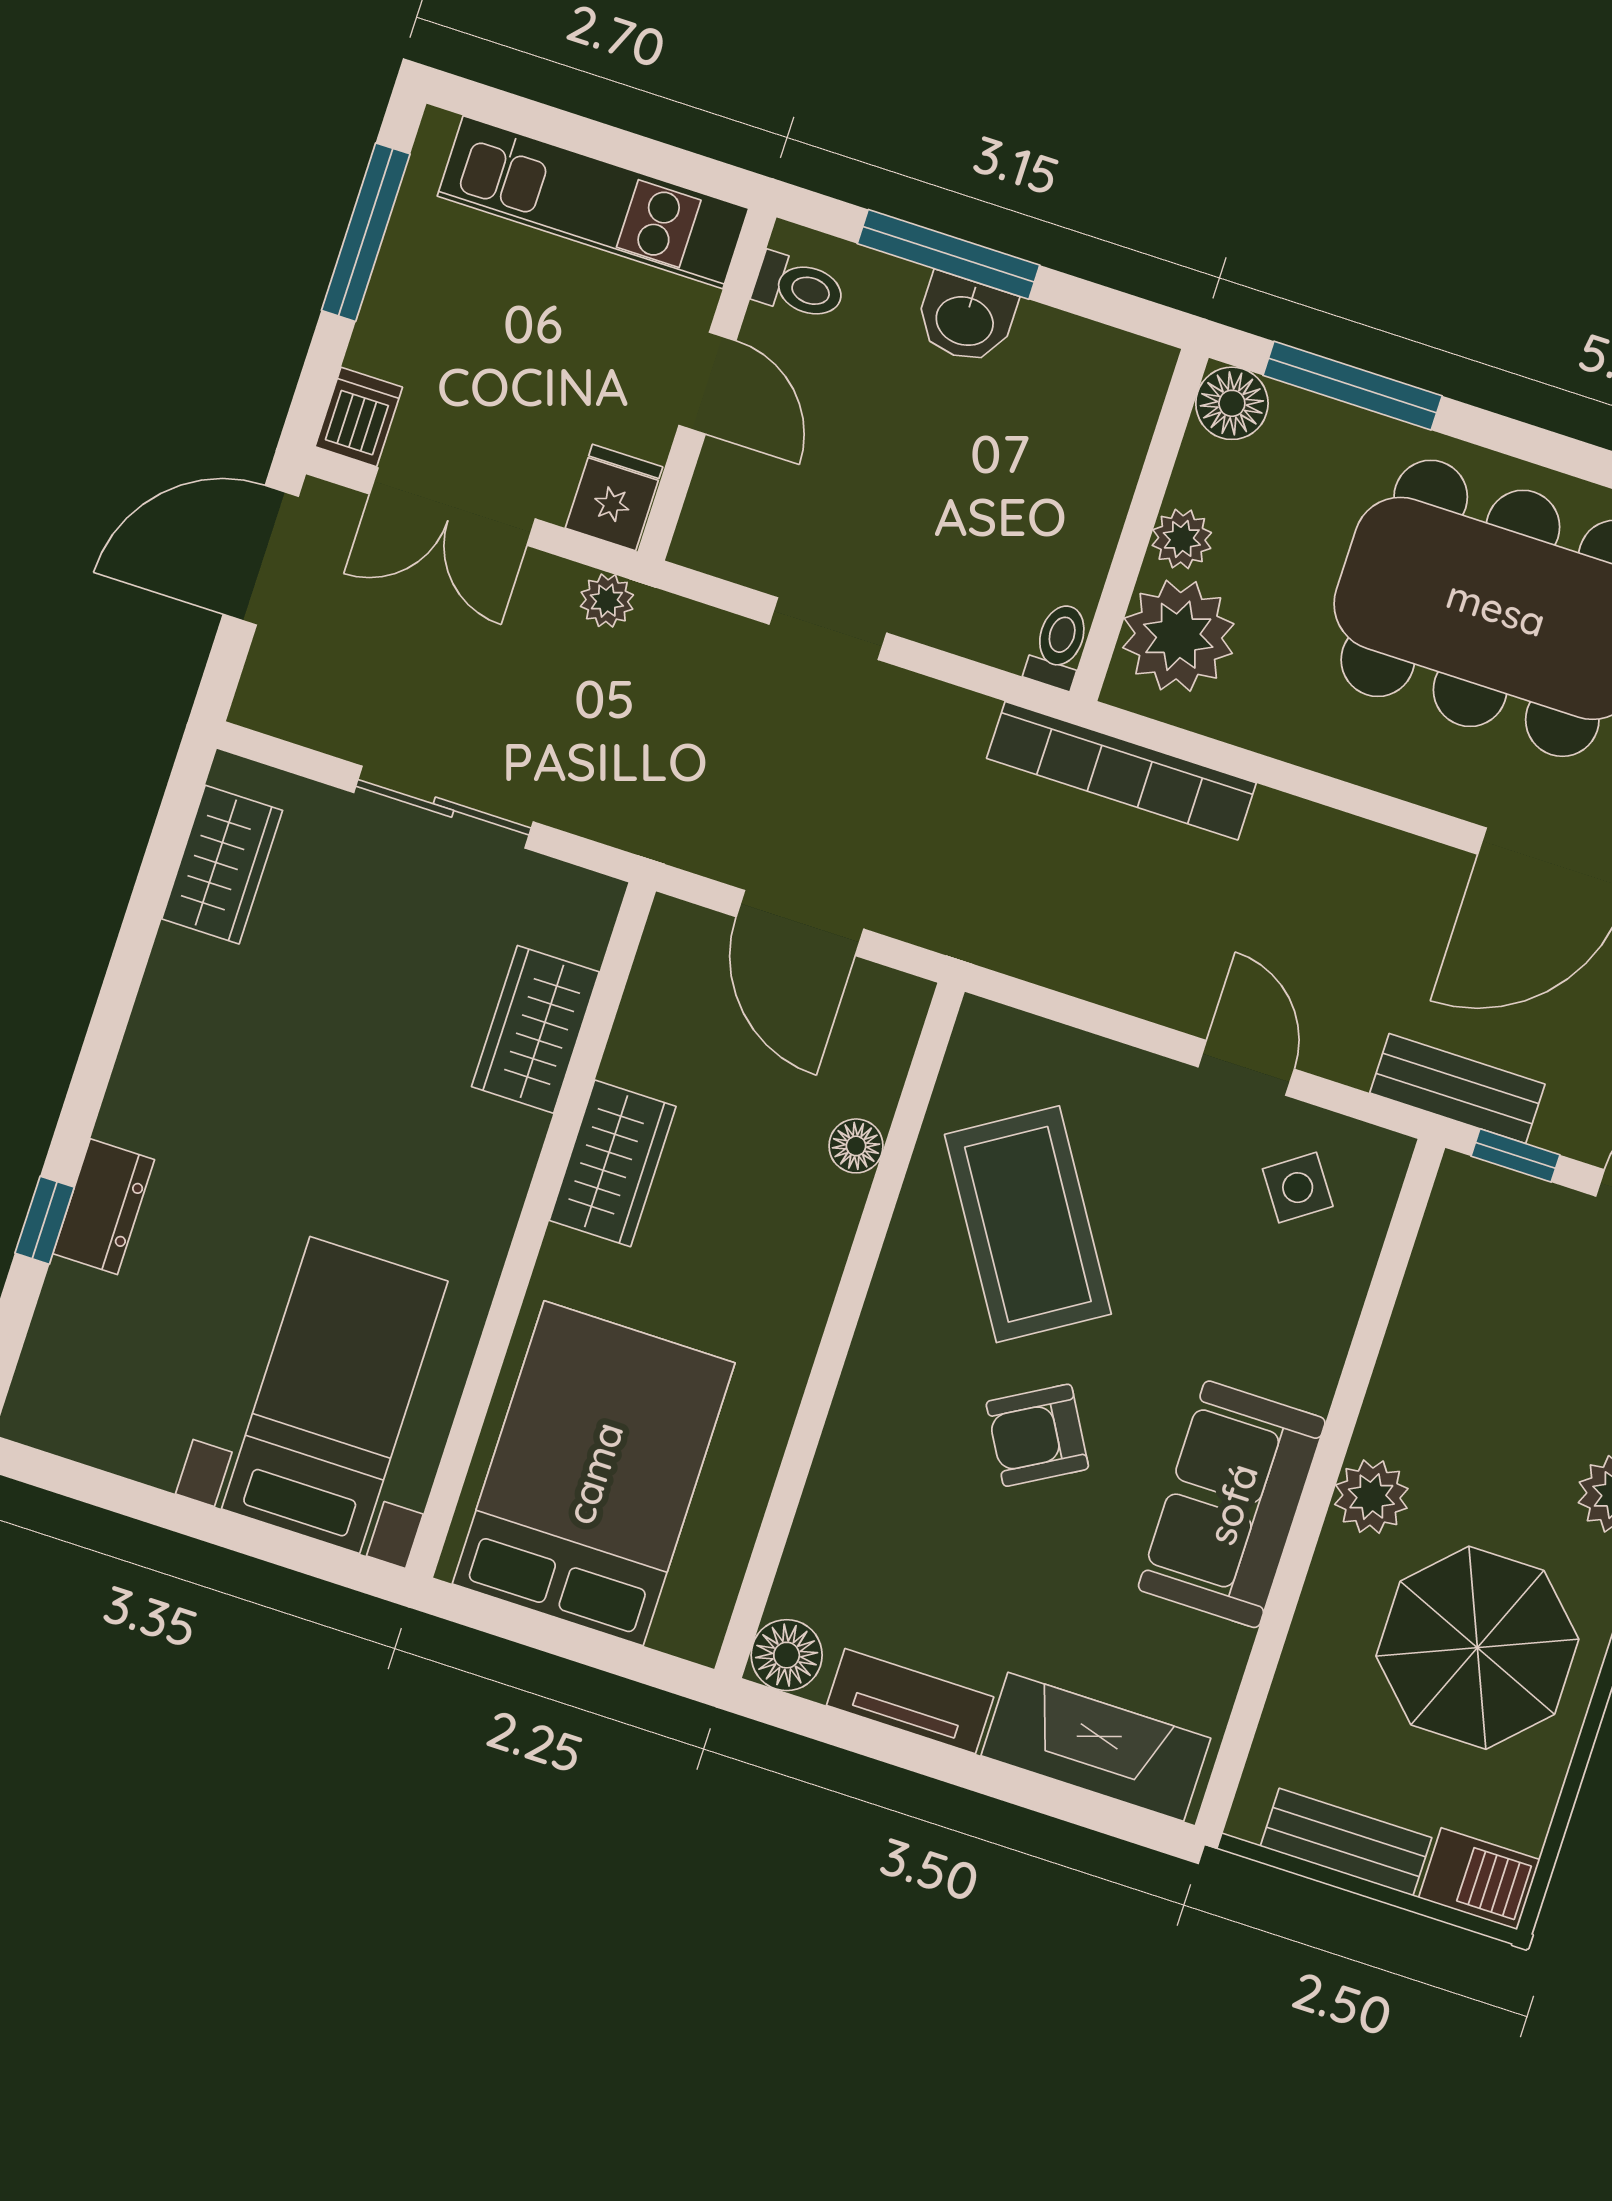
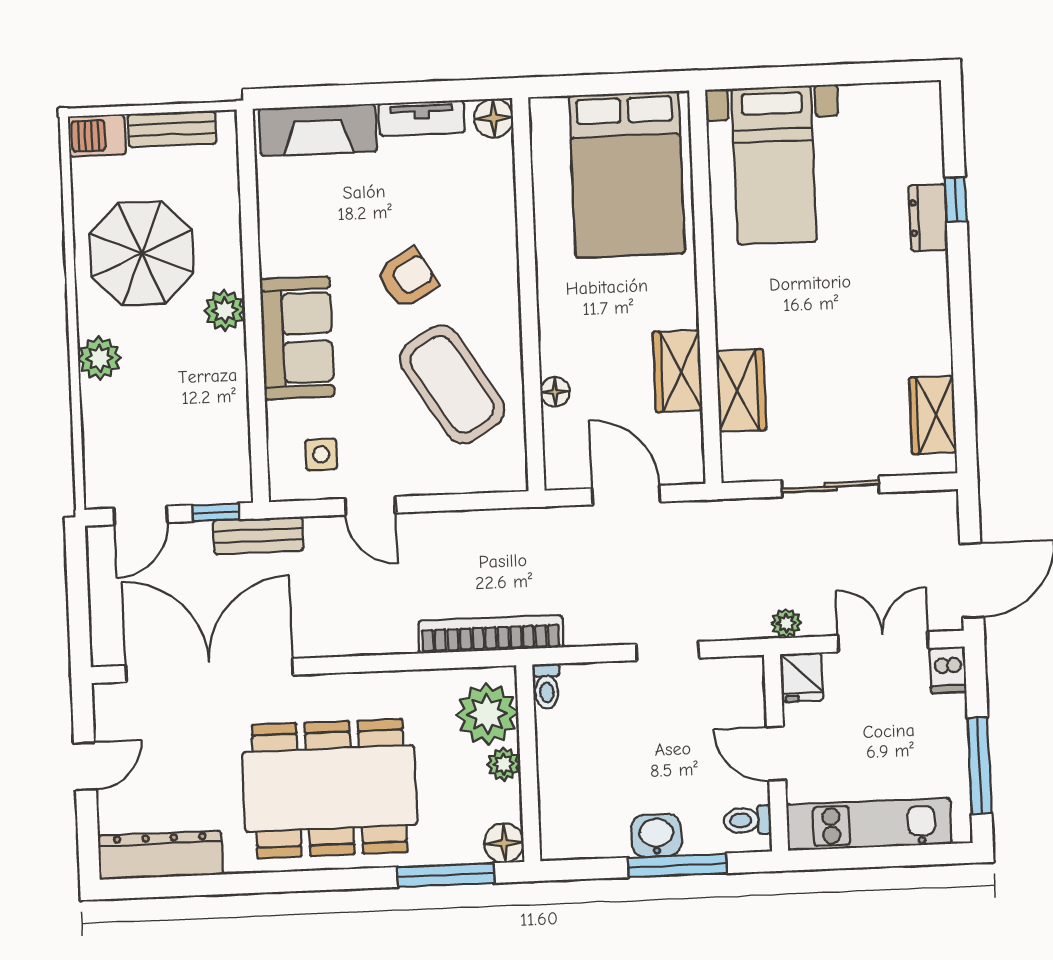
wardrobe: (613, 1163) -> (678, 371), moved
side table: (1298, 1188) -> (321, 454), turned 35
sofa: (1232, 1504) -> (297, 338), moved

